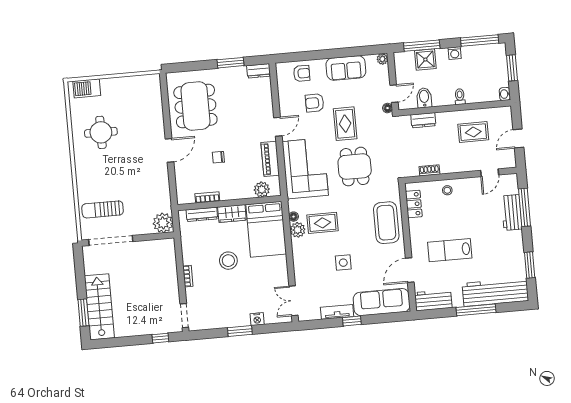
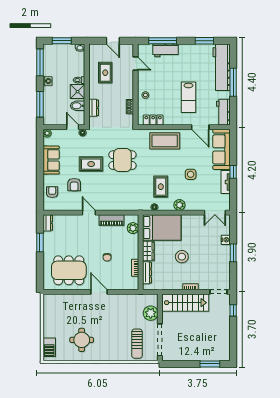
shower: (425, 60) -> (78, 92), moved
corner sofa: (305, 168) -> (121, 196), removed
plant: (163, 223) -> (151, 313), moved
plant: (298, 230) -> (179, 205), moved
stairs: (99, 307) -> (185, 303), moved, turned 180

